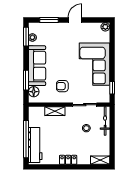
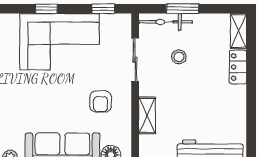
window: (112, 57) -> (46, 9), added
window: (112, 130) -> (183, 9), added
locker: (68, 160) -> (238, 67), moved

